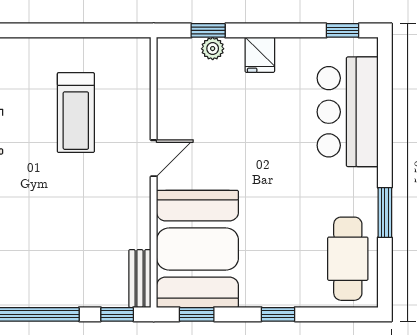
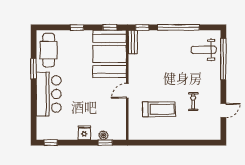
bar counter: (348, 112) -> (49, 94), moved
treadmill: (76, 113) -> (159, 109), turned 90

